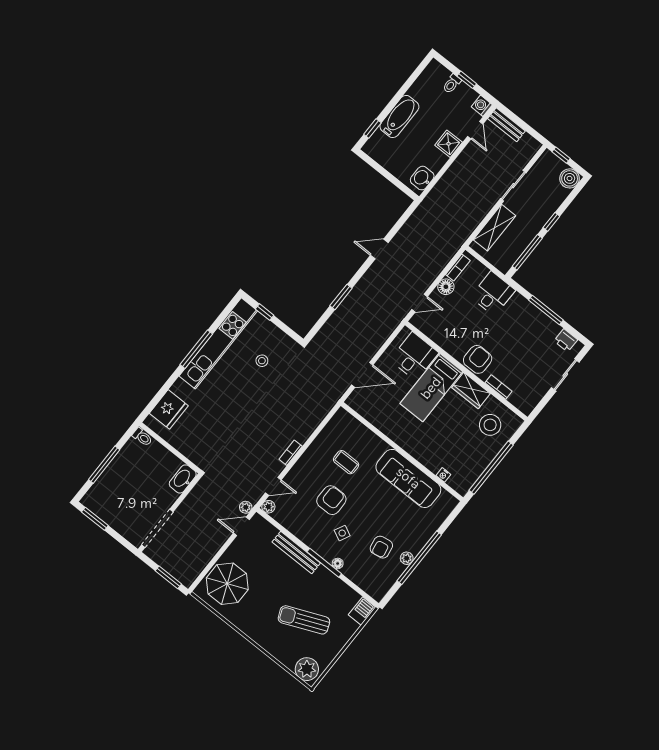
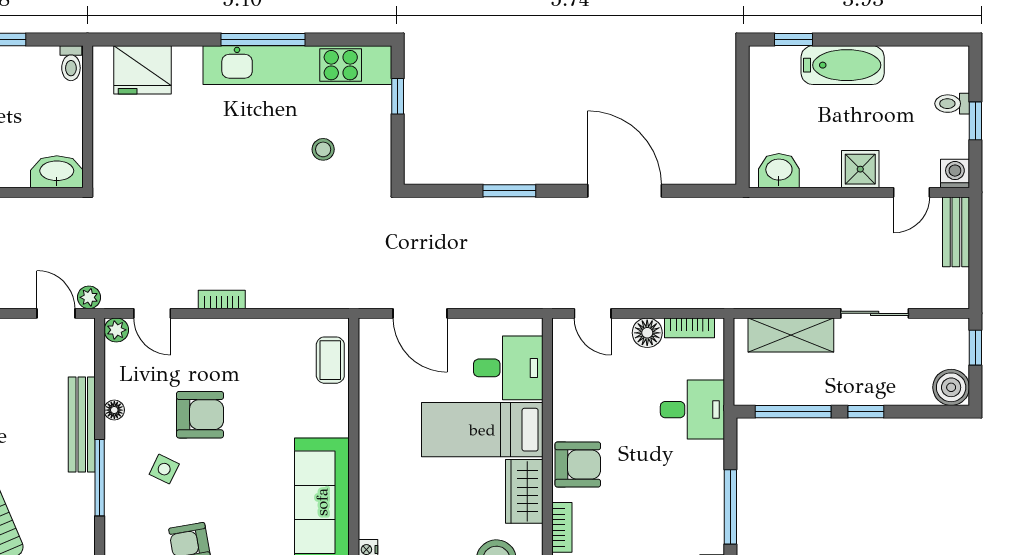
door: (379, 249) -> (625, 191), width x1.87
coffee table: (346, 462) -> (330, 360), moved
floor lamp: (338, 563) -> (114, 410), moved

